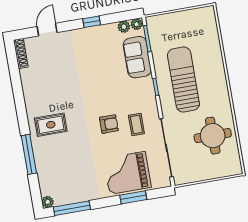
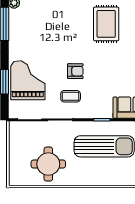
armchair: (109, 124) -> (75, 71), turned -90
rug: (51, 125) -> (106, 24), moved, width x1.36, depth x1.43

